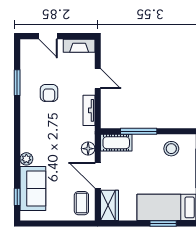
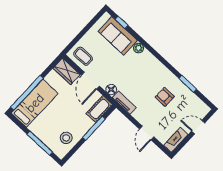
door: (98, 79) -> (147, 133), hinge flipped
tv unit: (89, 110) -> (124, 103), moved
door: (98, 175) -> (90, 81), swing flipped
window: (163, 224) -> (27, 93), width x2.11

